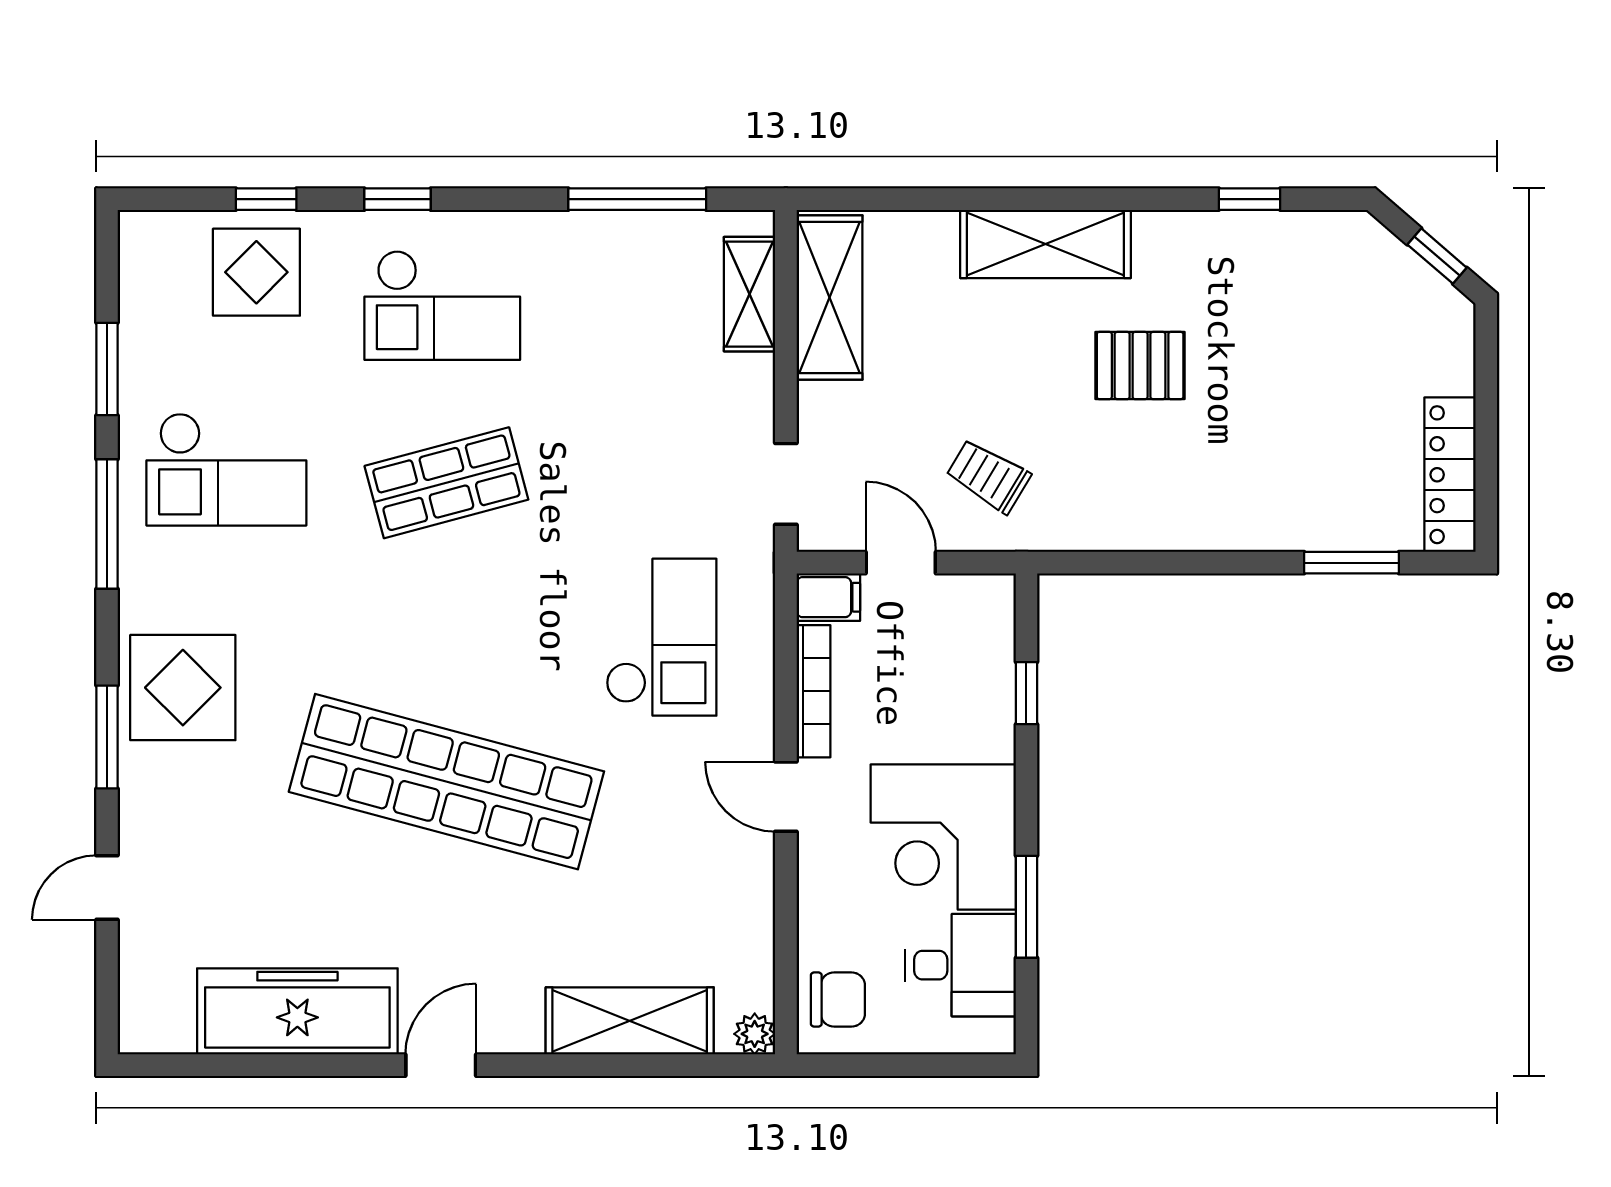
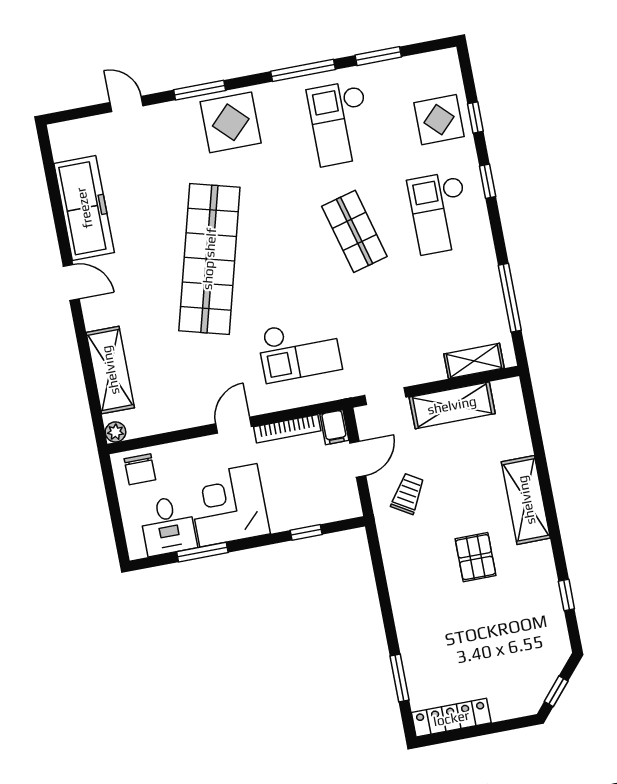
shelving: (829, 298) -> (452, 405), moved

